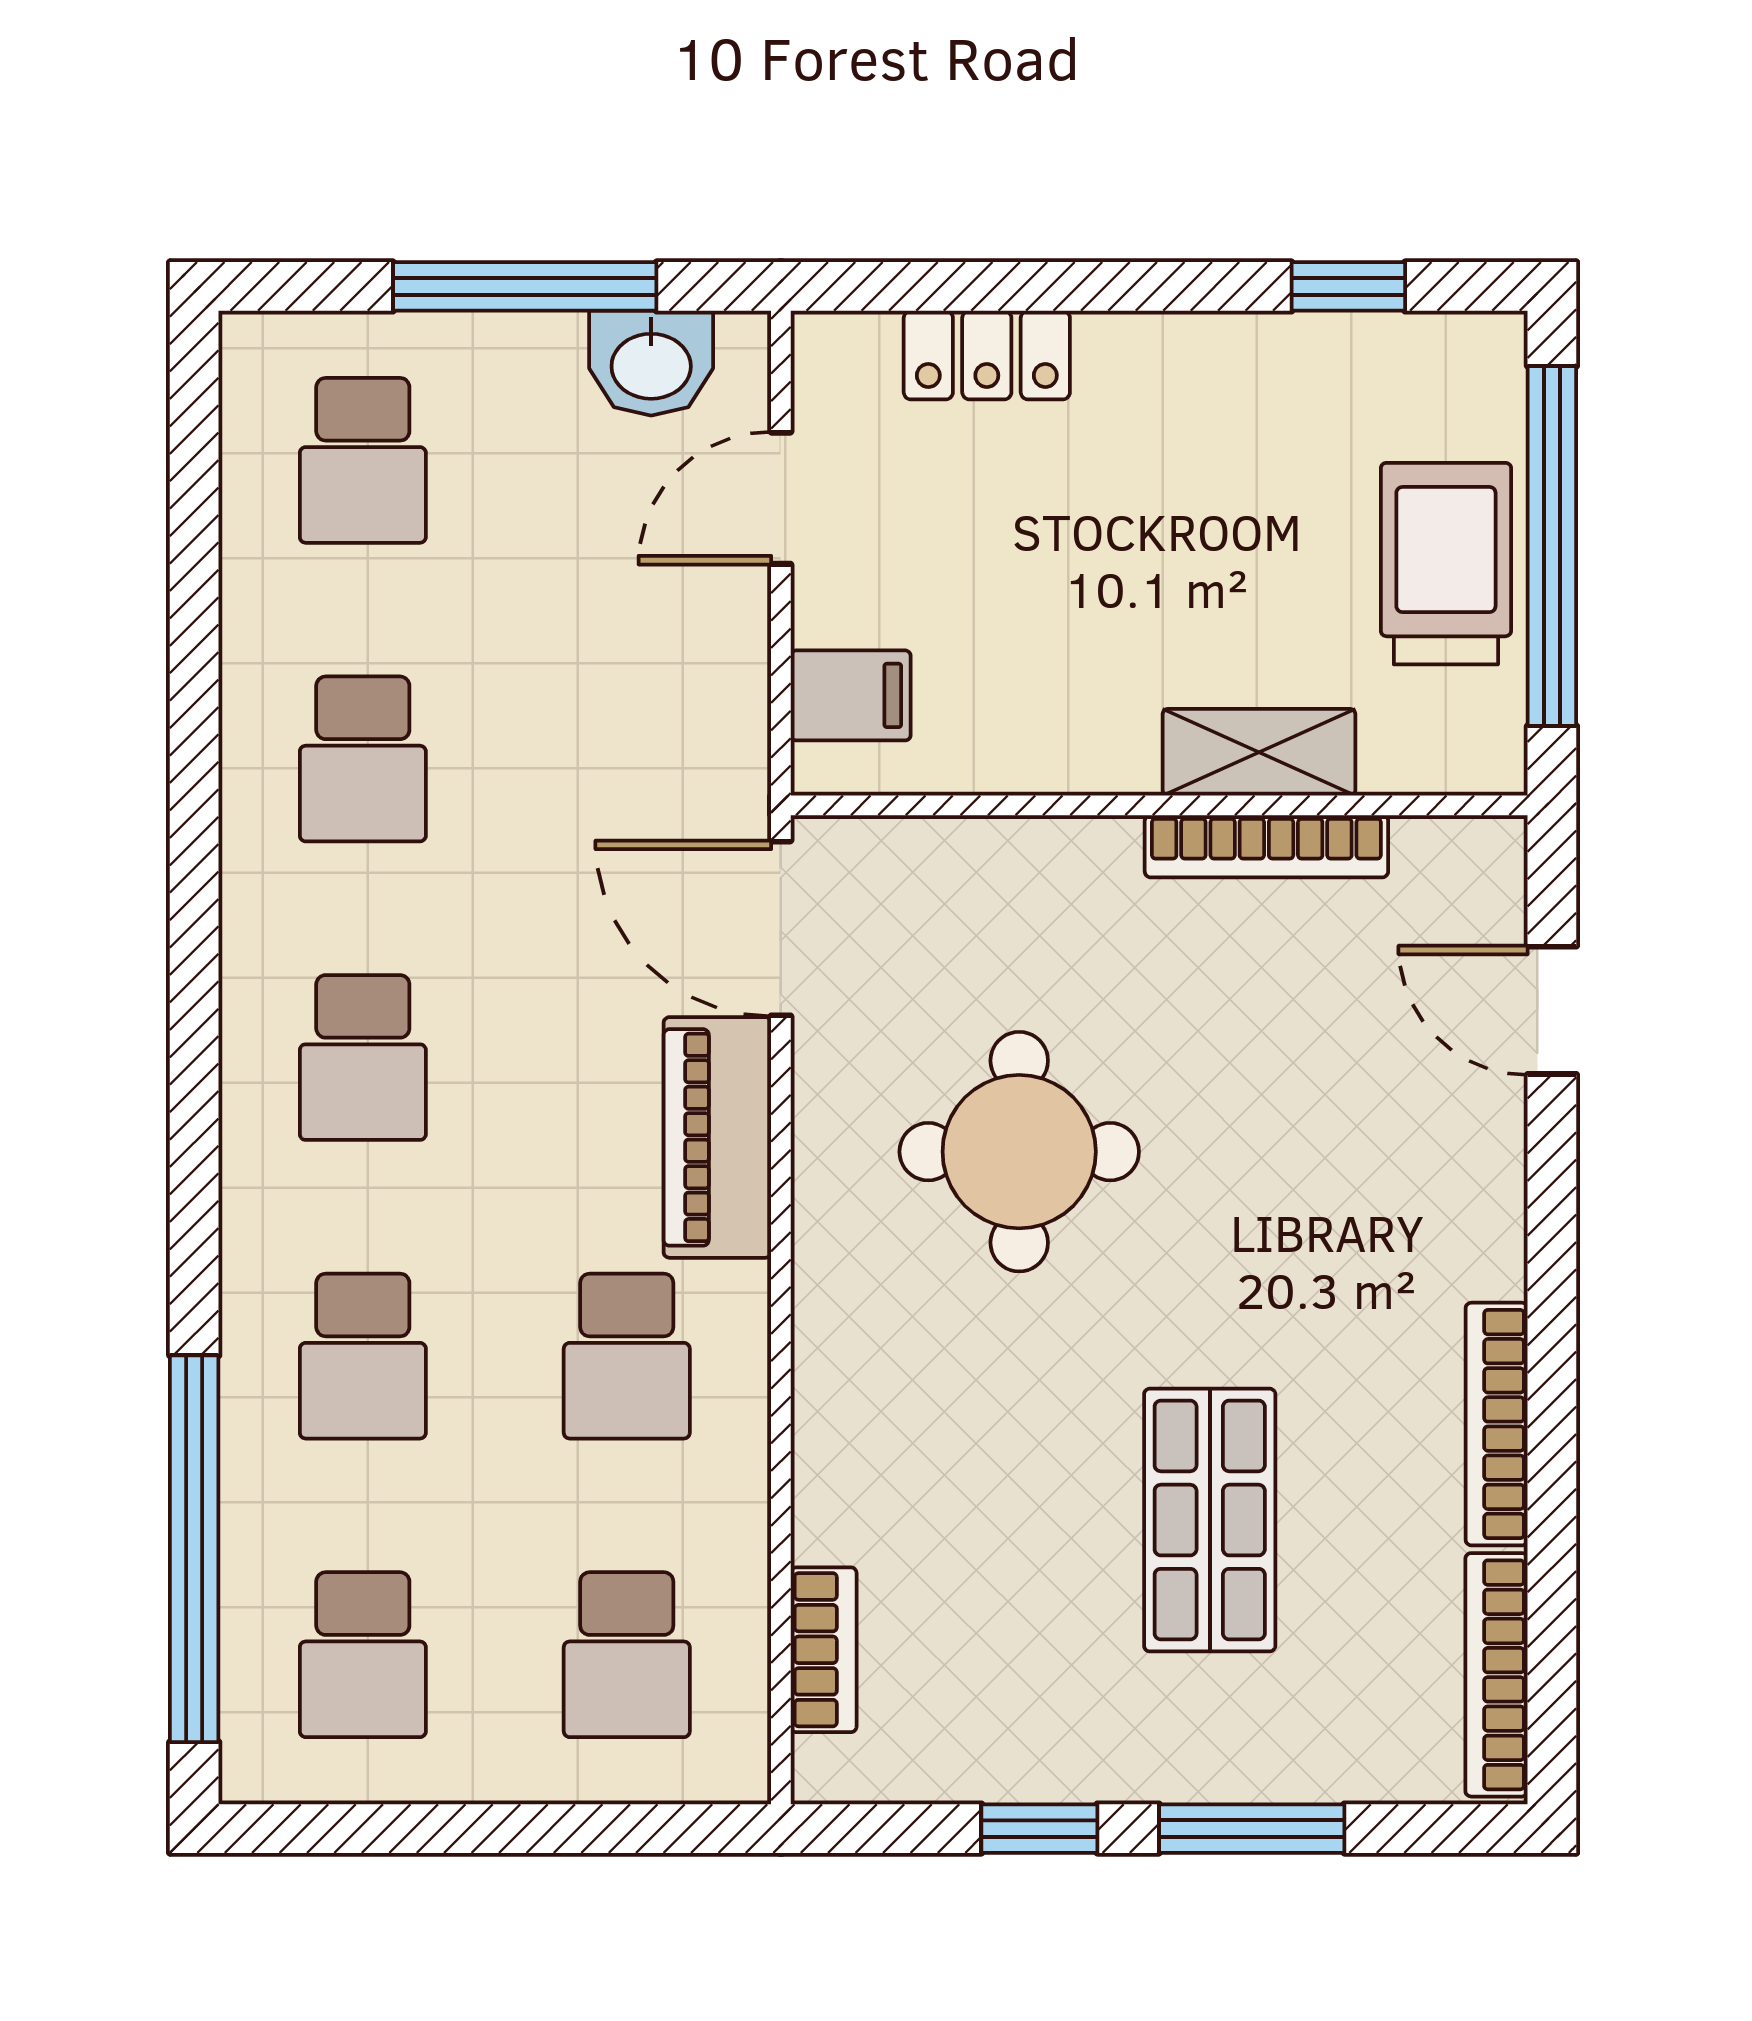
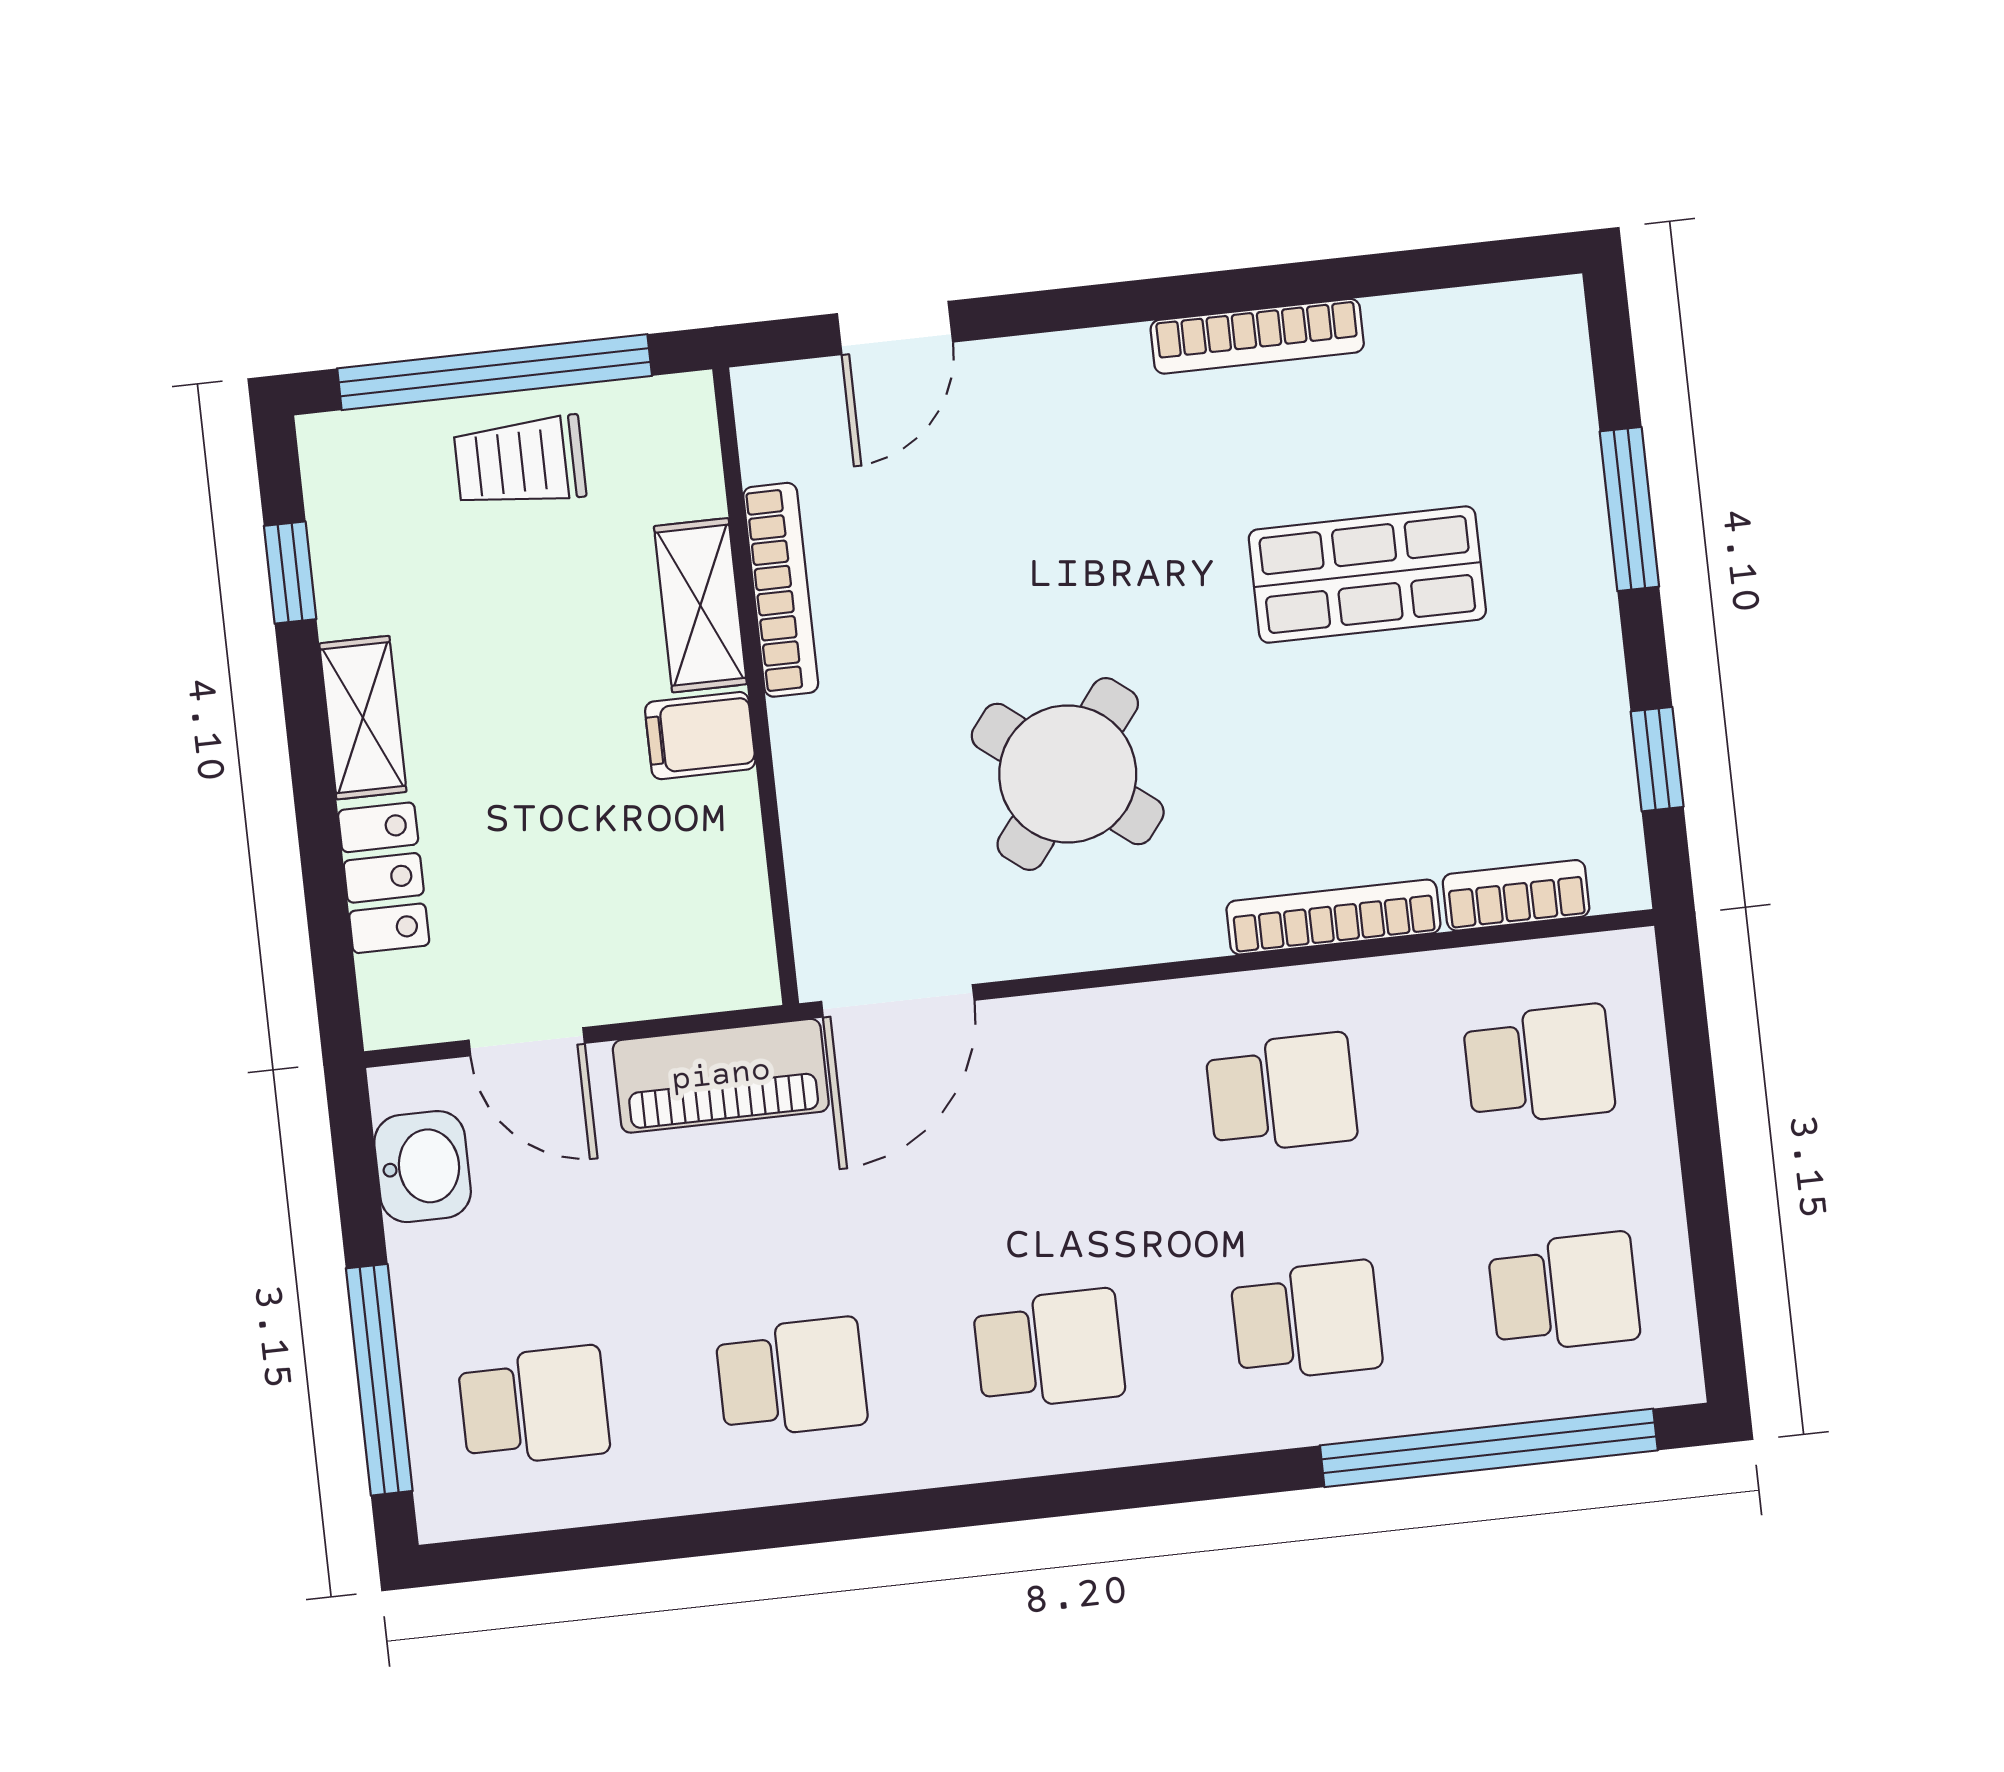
window: (525, 286) -> (379, 1380), moved
shelving: (1173, 351) -> (363, 718), added
trolley: (1446, 564) -> (520, 462), width x0.73, depth x0.72
filing cabinet: (851, 695) -> (700, 736), moved, turned -90
piano: (717, 1137) -> (721, 1076), moved
round table: (1019, 1152) -> (1068, 774), turned 38
bookcase: (1497, 1675) -> (1333, 917), moved, turned 180
window: (1039, 1829) -> (1657, 759), moved

